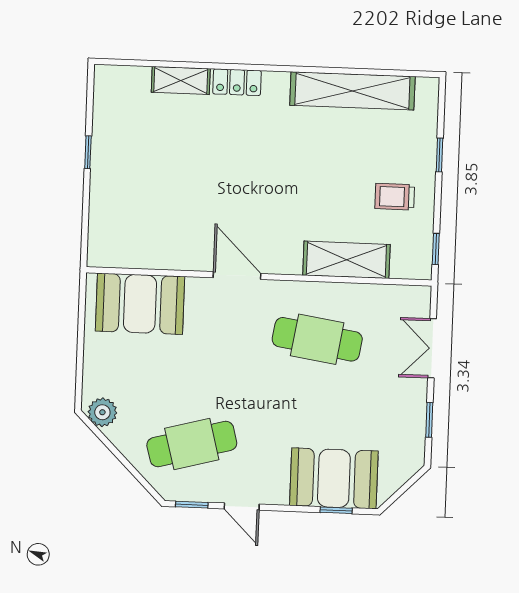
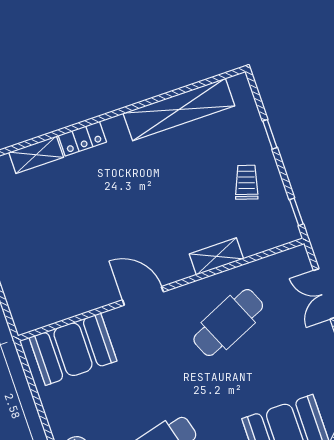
trolley: (395, 197) -> (247, 182), turned 108
shelving: (346, 260) -> (216, 256), width x0.67, depth x0.75
cafe table: (317, 339) -> (228, 323), turned -33

